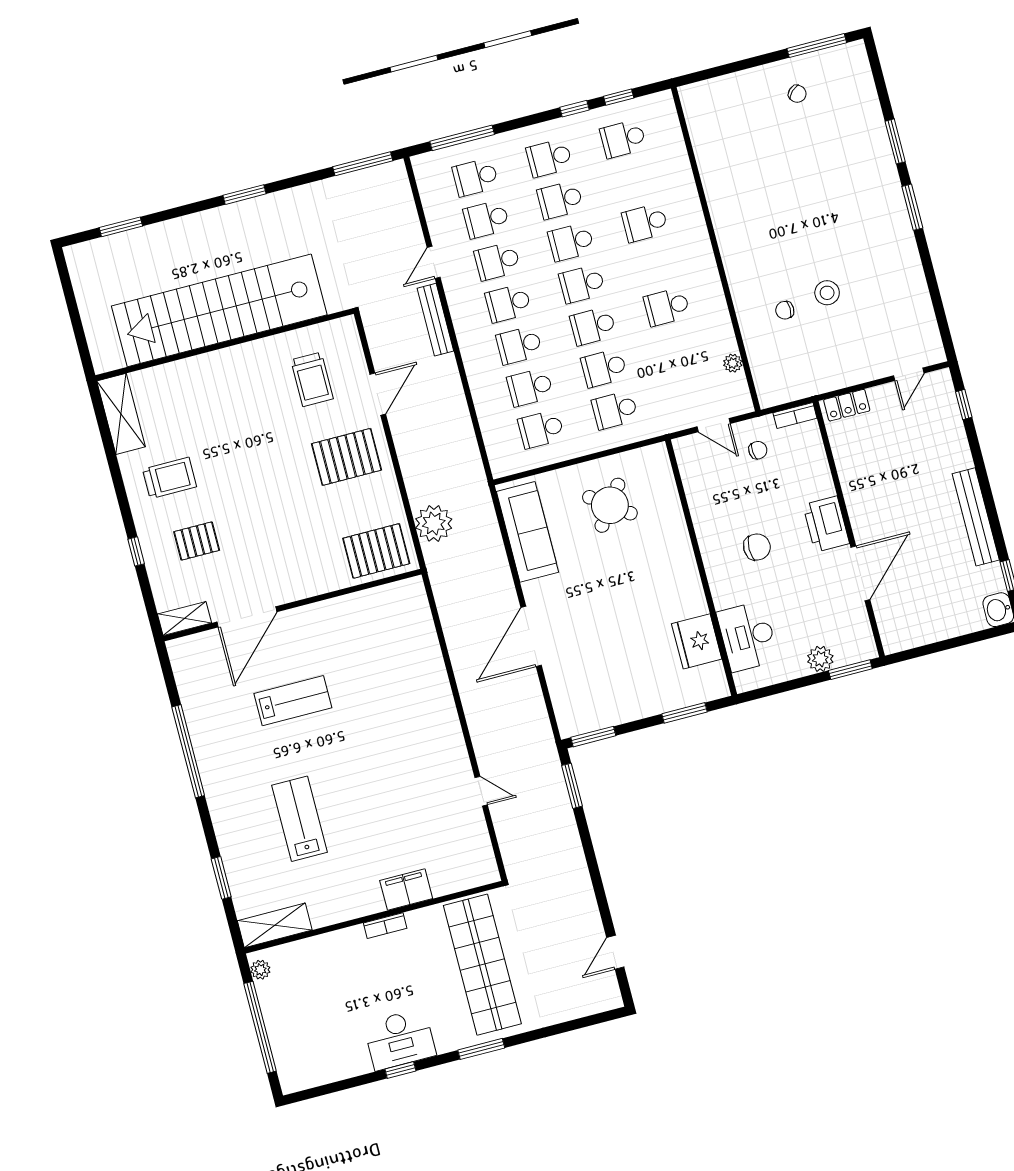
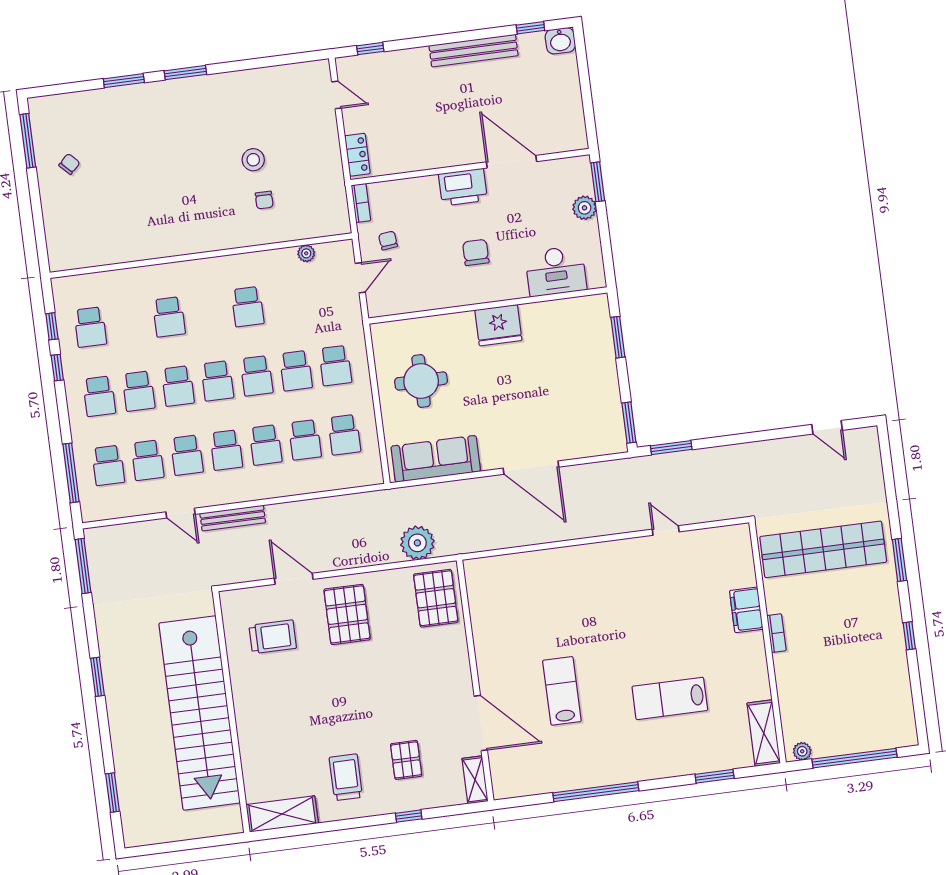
round table: (610, 505) -> (421, 381), turned -36
fridge: (697, 641) -> (498, 325), moved
door: (481, 791) -> (666, 531), hinge flipped
desk: (400, 1039) -> (881, 633), removed

